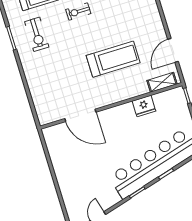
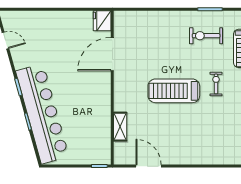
treadmill: (113, 59) -> (174, 91), moved, turned 90
shelving: (162, 82) -> (120, 127), moved
fridge: (144, 106) -> (102, 21), moved

